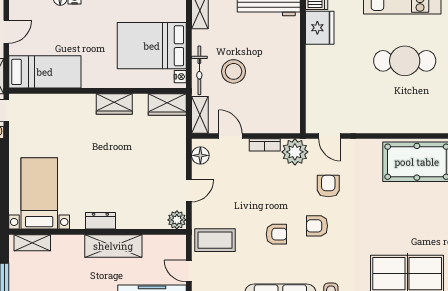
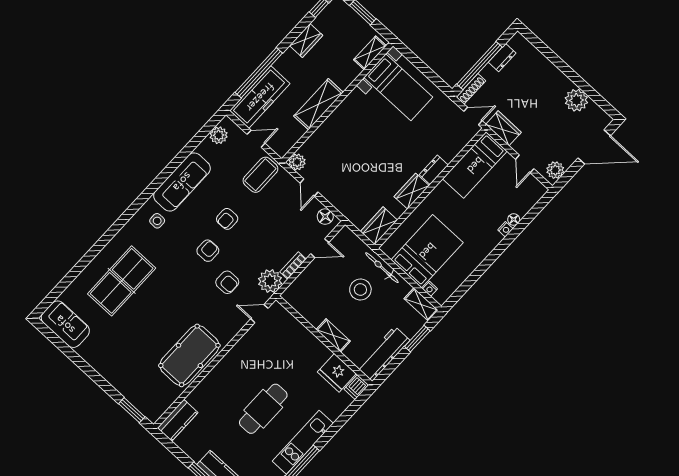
nightstand: (180, 77) -> (430, 289), moved
shelving: (200, 115) -> (333, 335), moved
dresser: (100, 221) -> (434, 170), moved, turned 180

